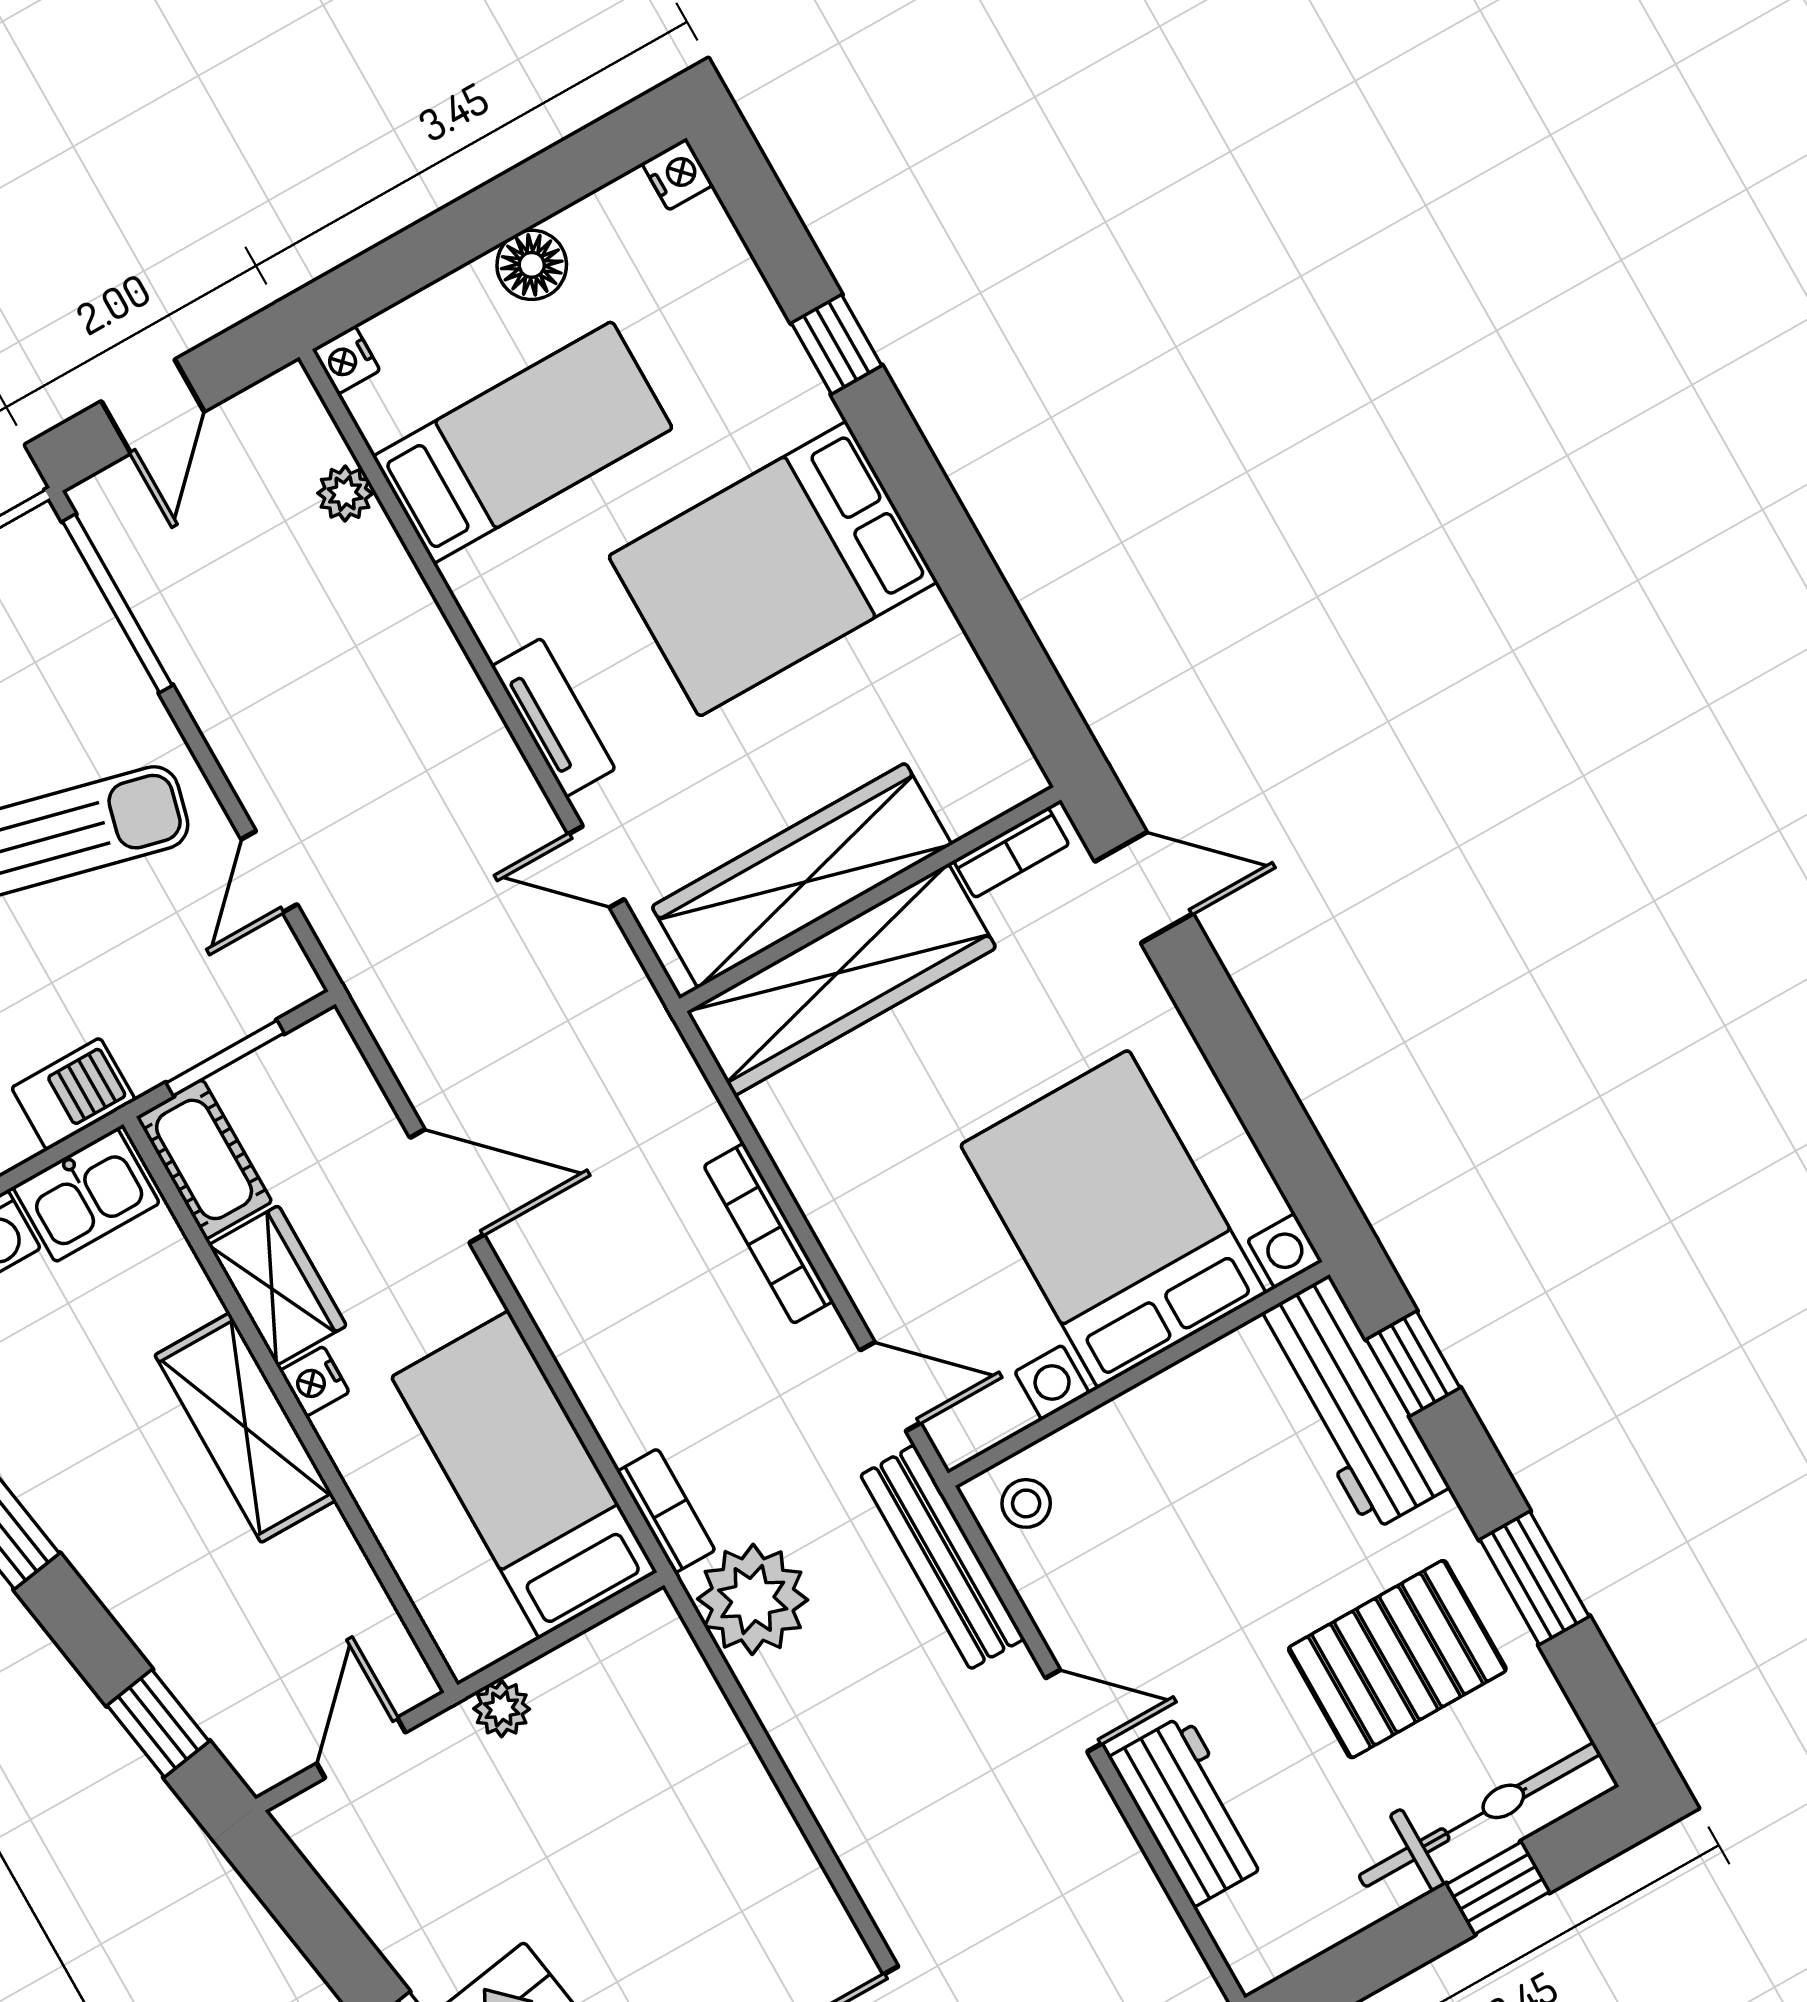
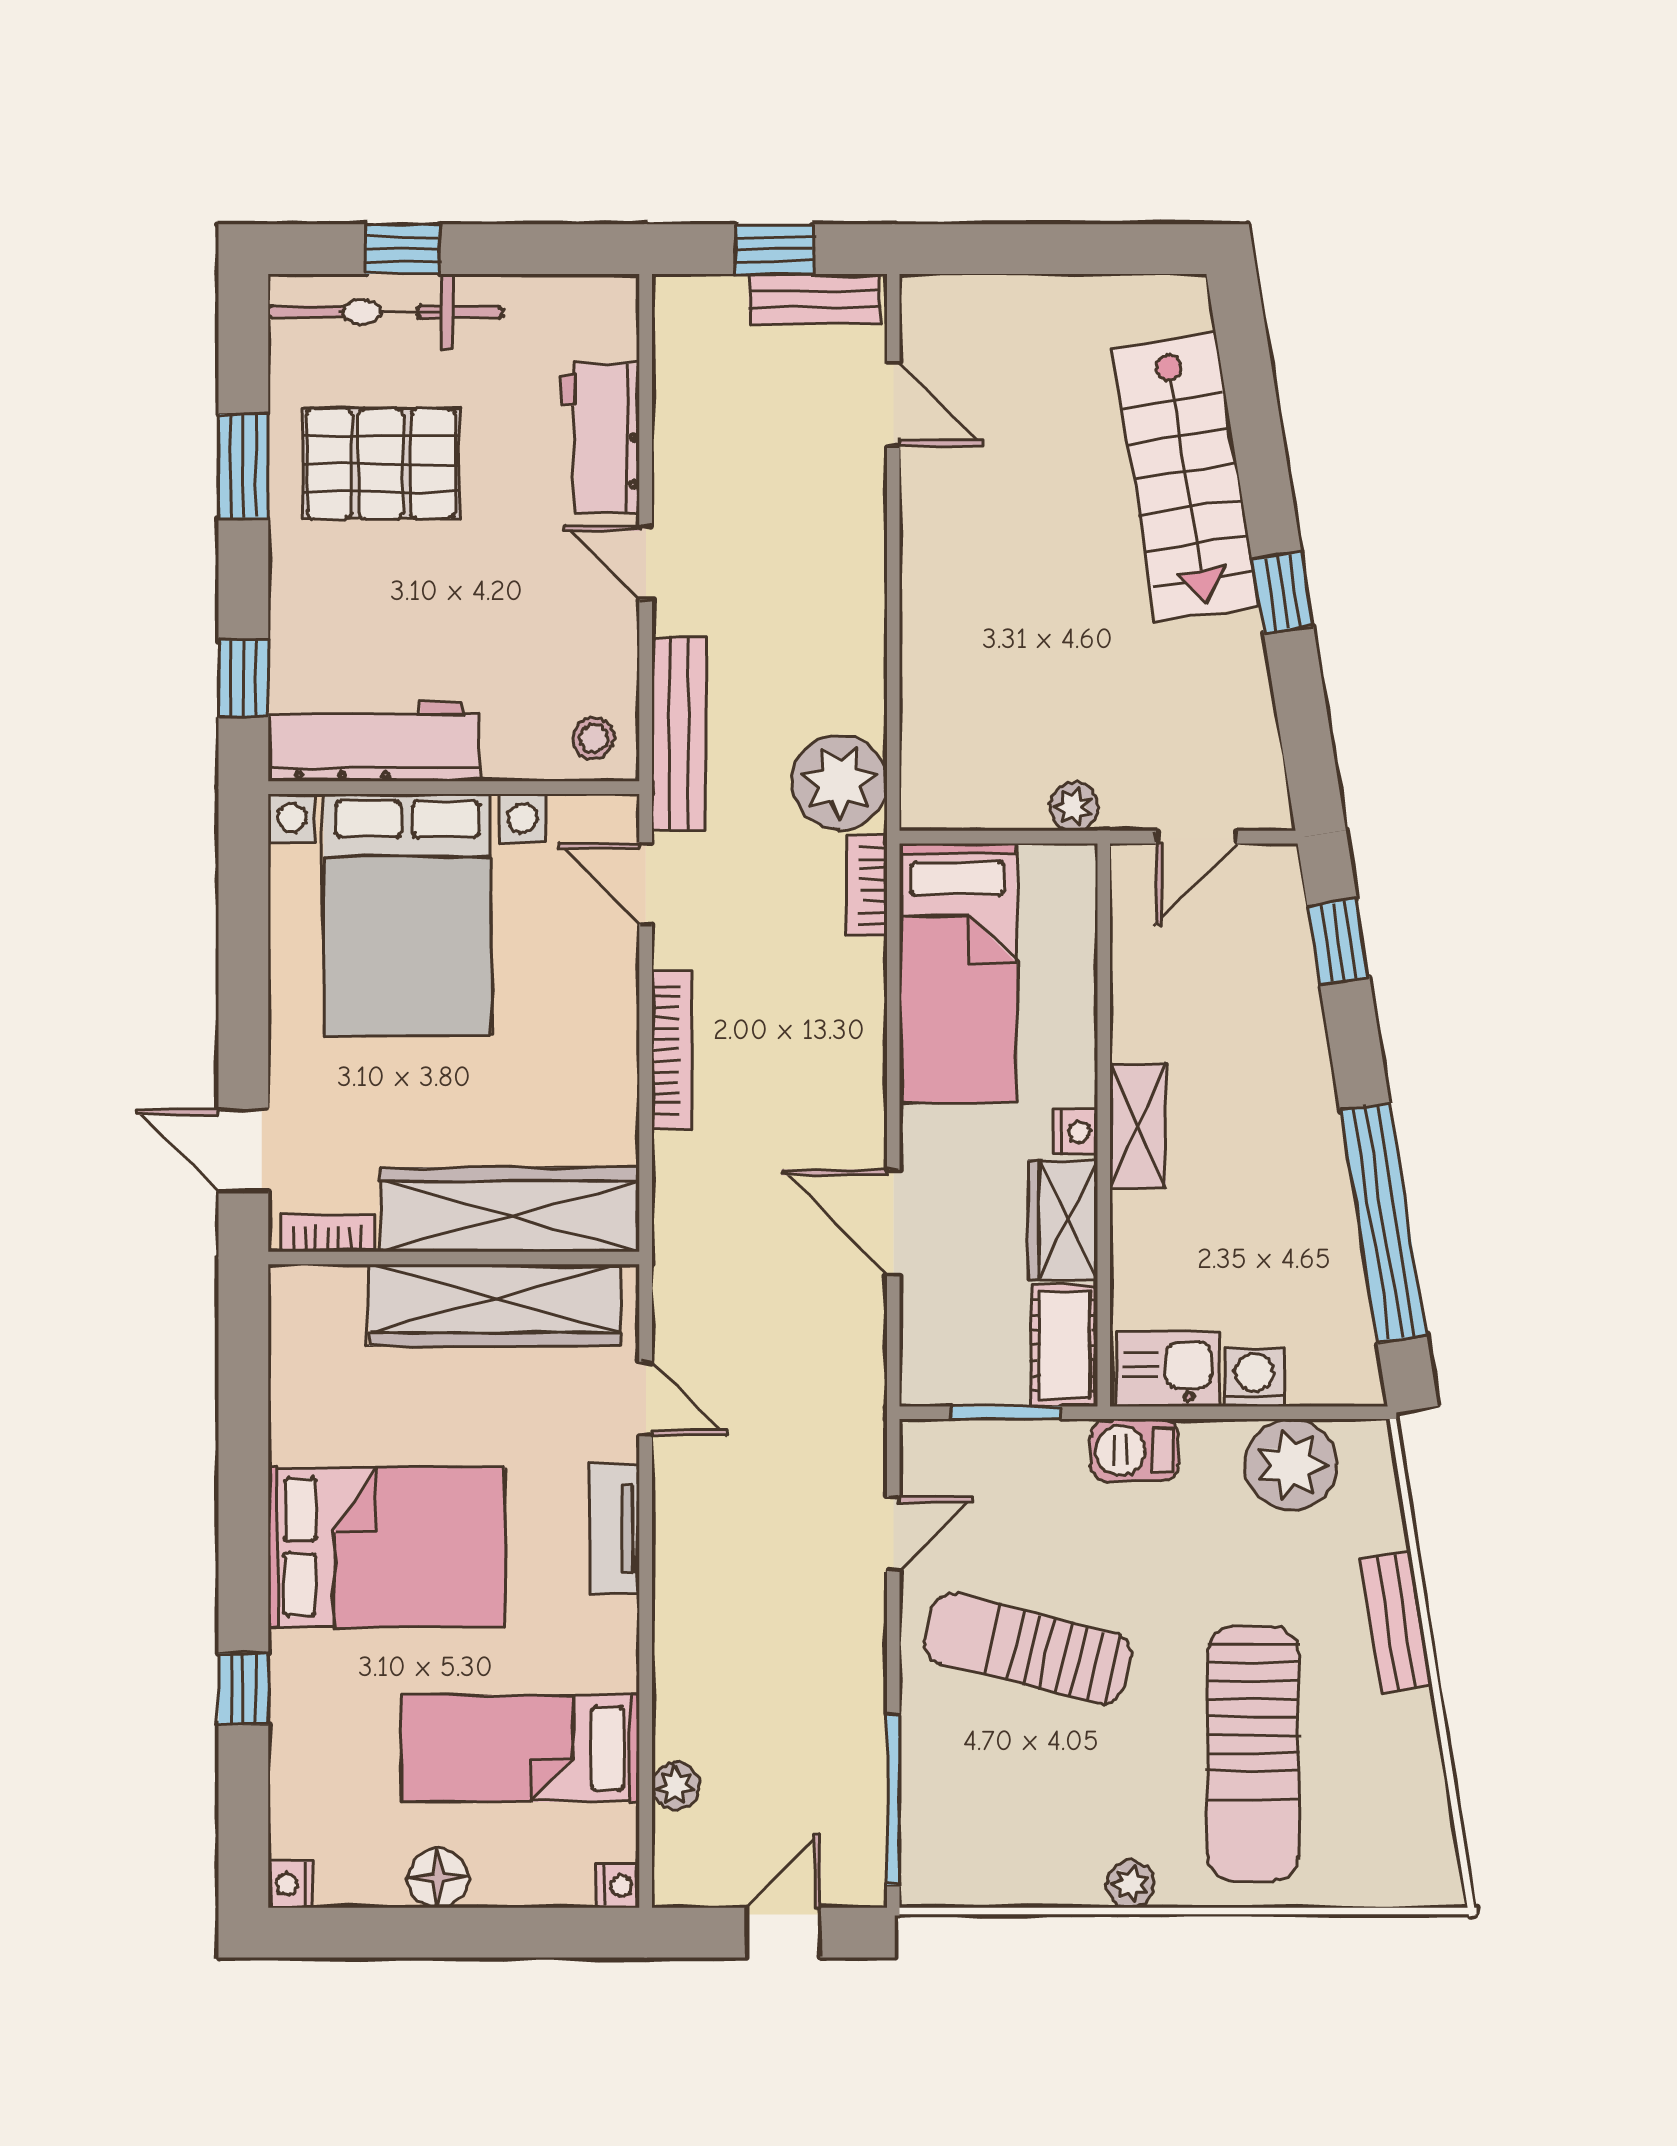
workbench: (1350, 1404) -> (374, 742), moved, turned -90
shelving: (245, 1428) -> (1138, 1127), width x0.67, depth x0.75

